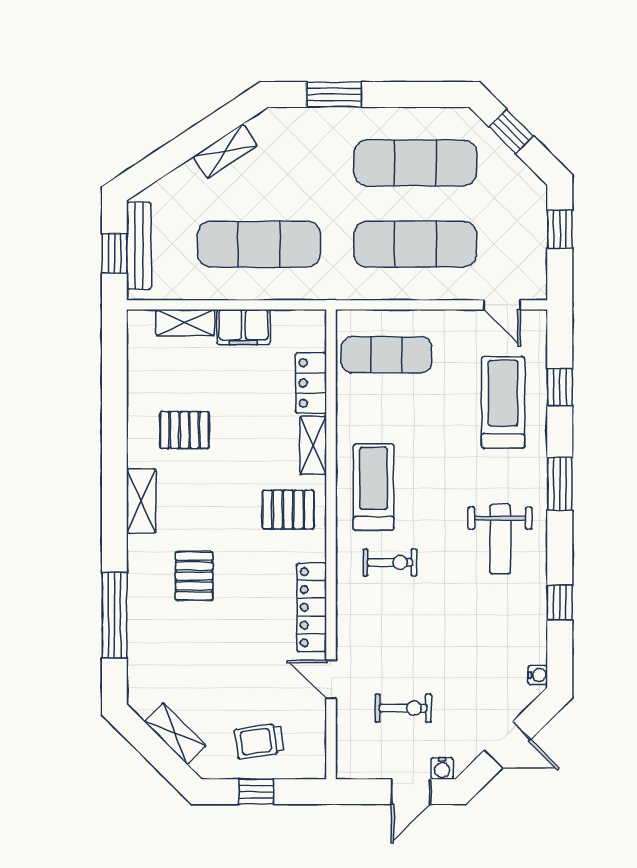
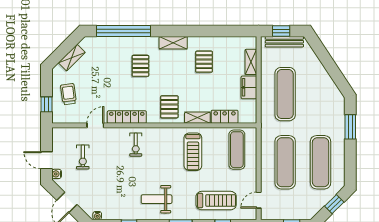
shelving: (225, 151) -> (326, 79), removed
treadmill: (374, 487) -> (193, 152), moved, turned 90
exercise bike: (390, 563) -> (136, 145), moved
pallet: (194, 576) -> (140, 66), turned 90
window: (114, 615) -> (123, 31), width x1.46
window: (256, 792) -> (46, 104), moved

